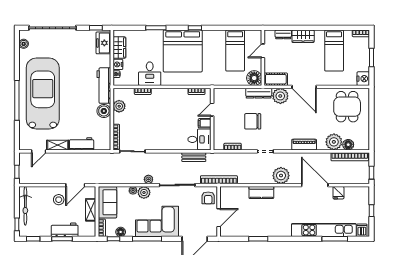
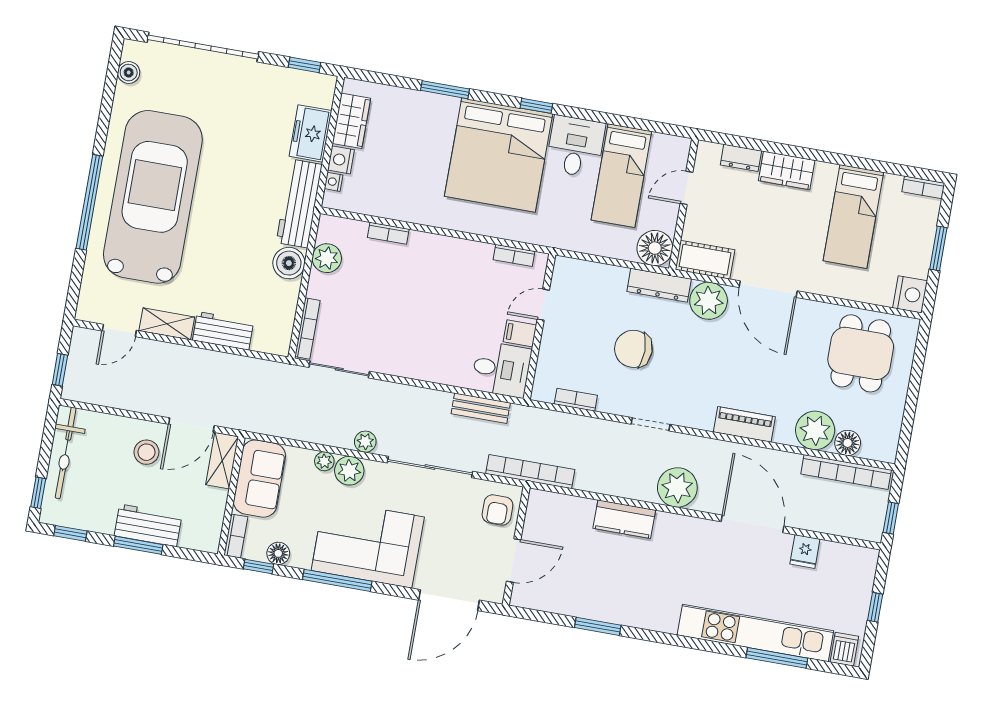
freezer: (103, 43) -> (310, 133), moved
desk: (150, 74) -> (576, 147), moved, turned 180
shelving: (91, 210) -> (222, 461), moved

